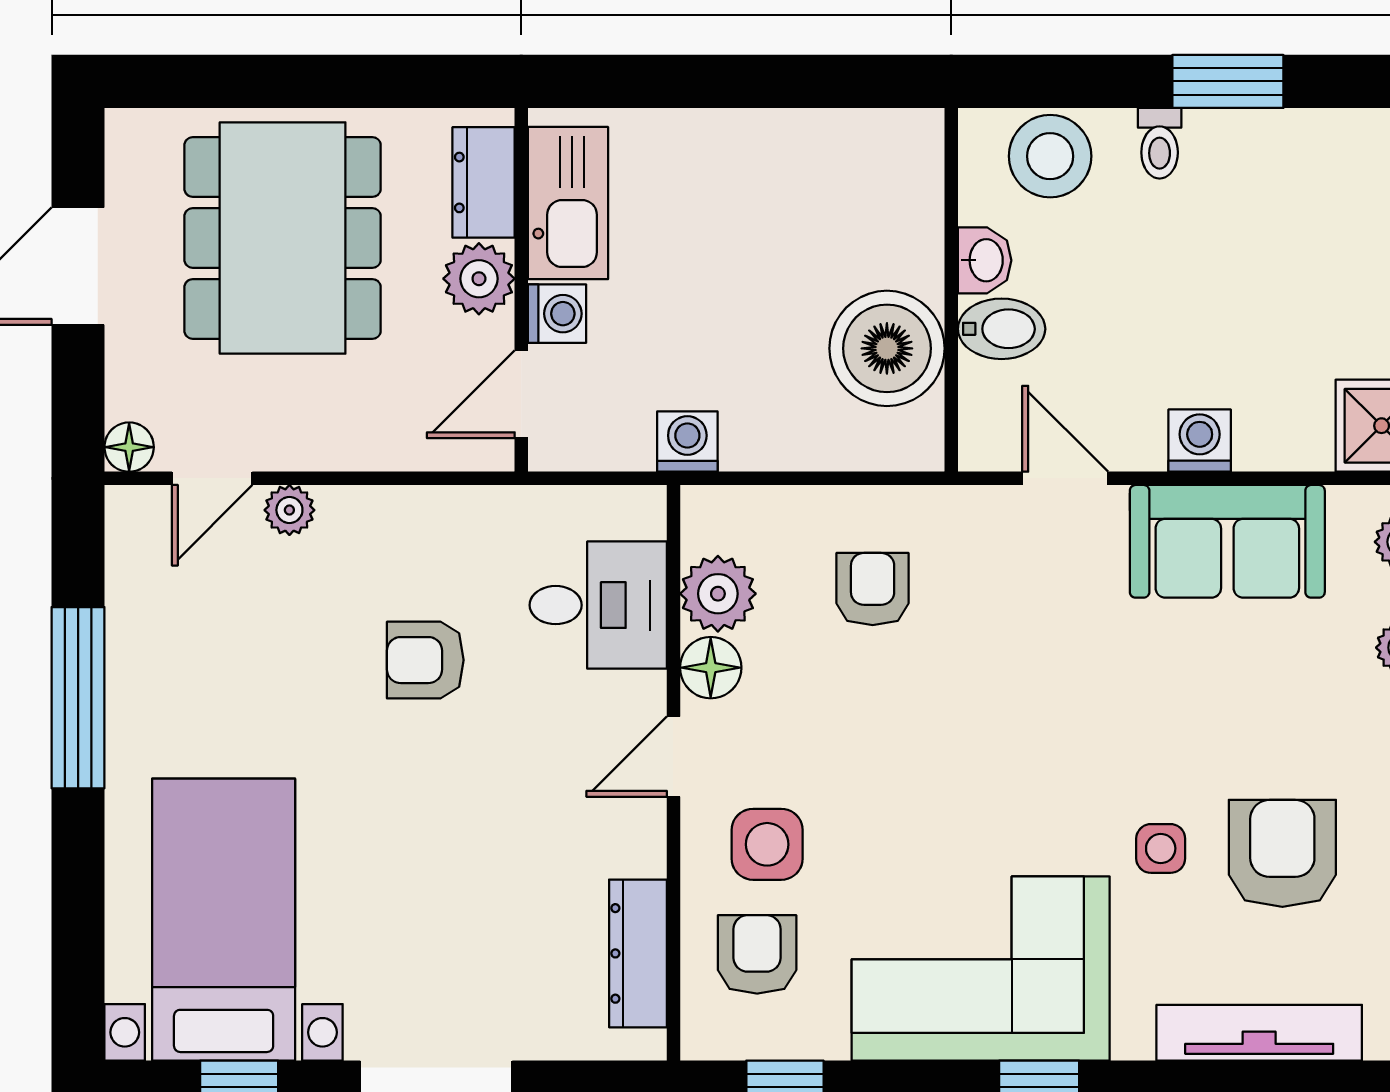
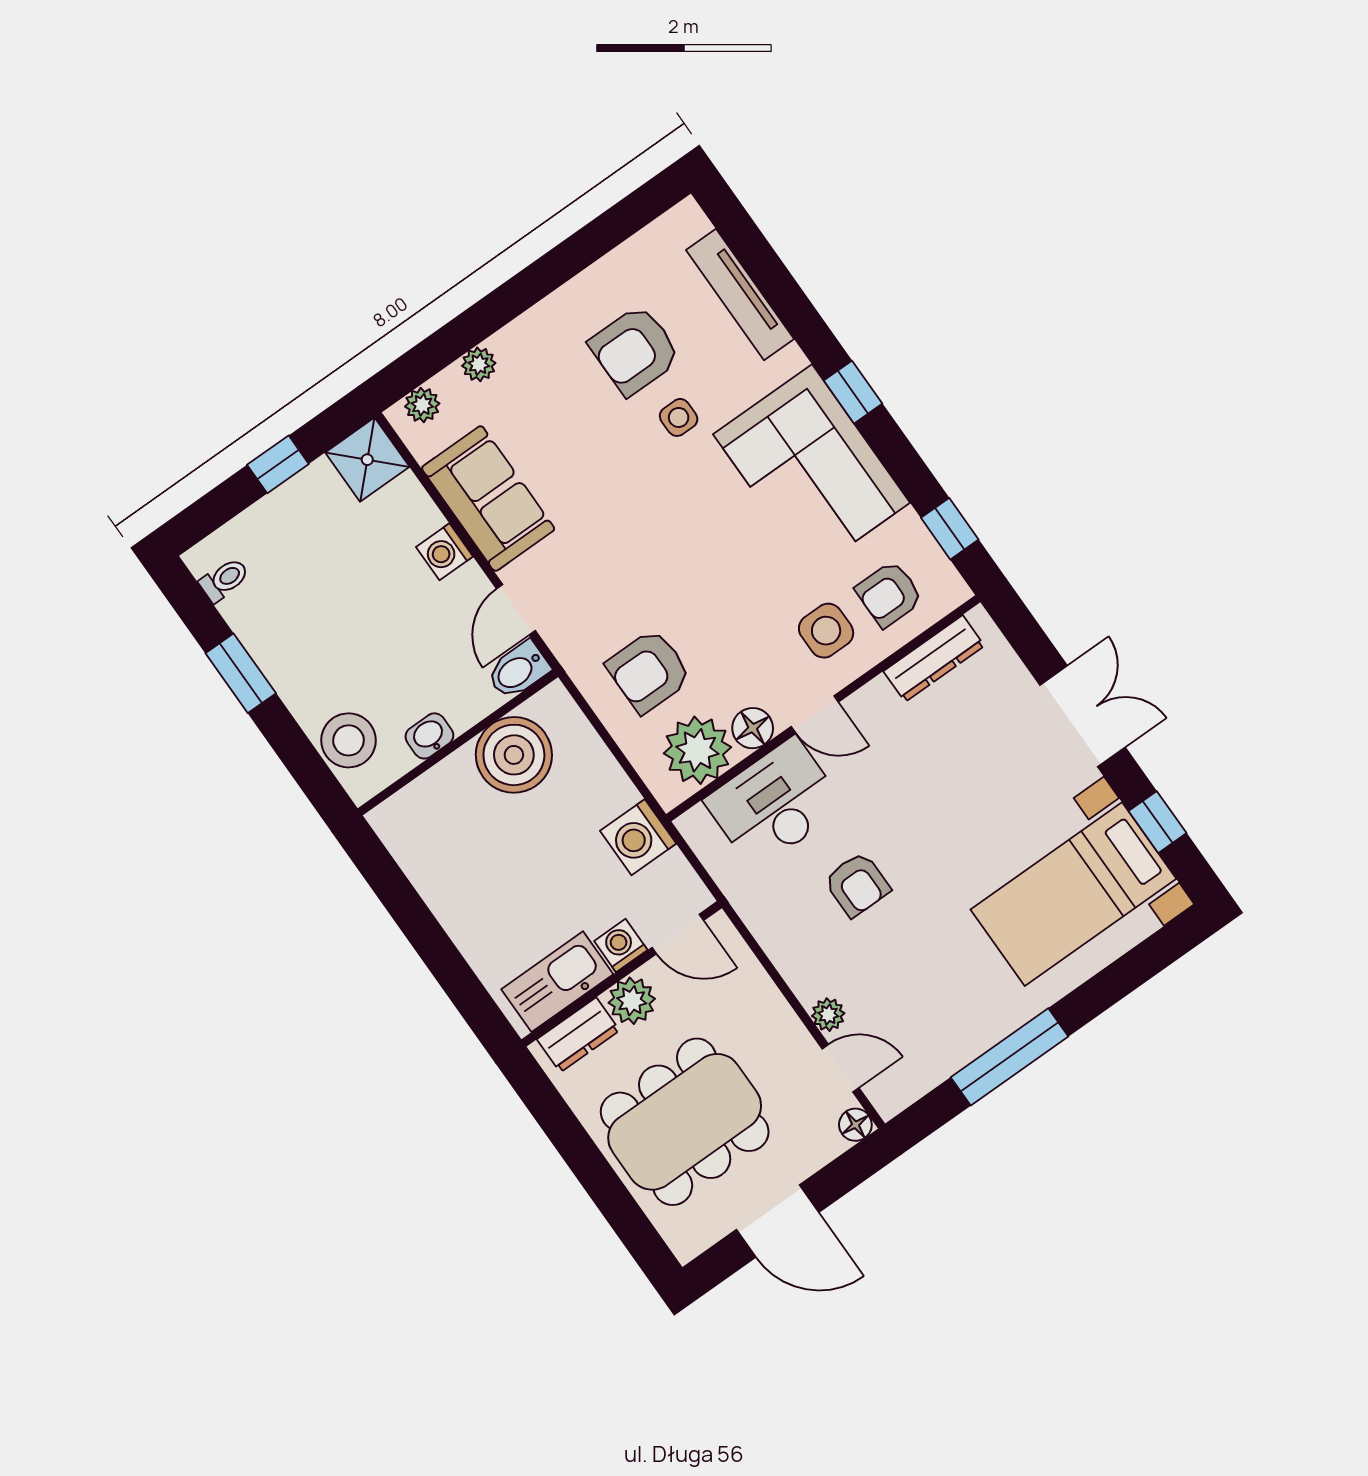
toilet: (1160, 143) -> (224, 580), moved
bidet: (1002, 329) -> (518, 670), moved, turned -90
washing machine: (687, 442) -> (638, 837), width x1.38, depth x1.38
armchair: (873, 589) -> (649, 671), width x1.38, depth x1.38
plant: (718, 594) -> (697, 750), width x1.36, depth x1.36
desk: (598, 605) -> (775, 803), width x1.37

